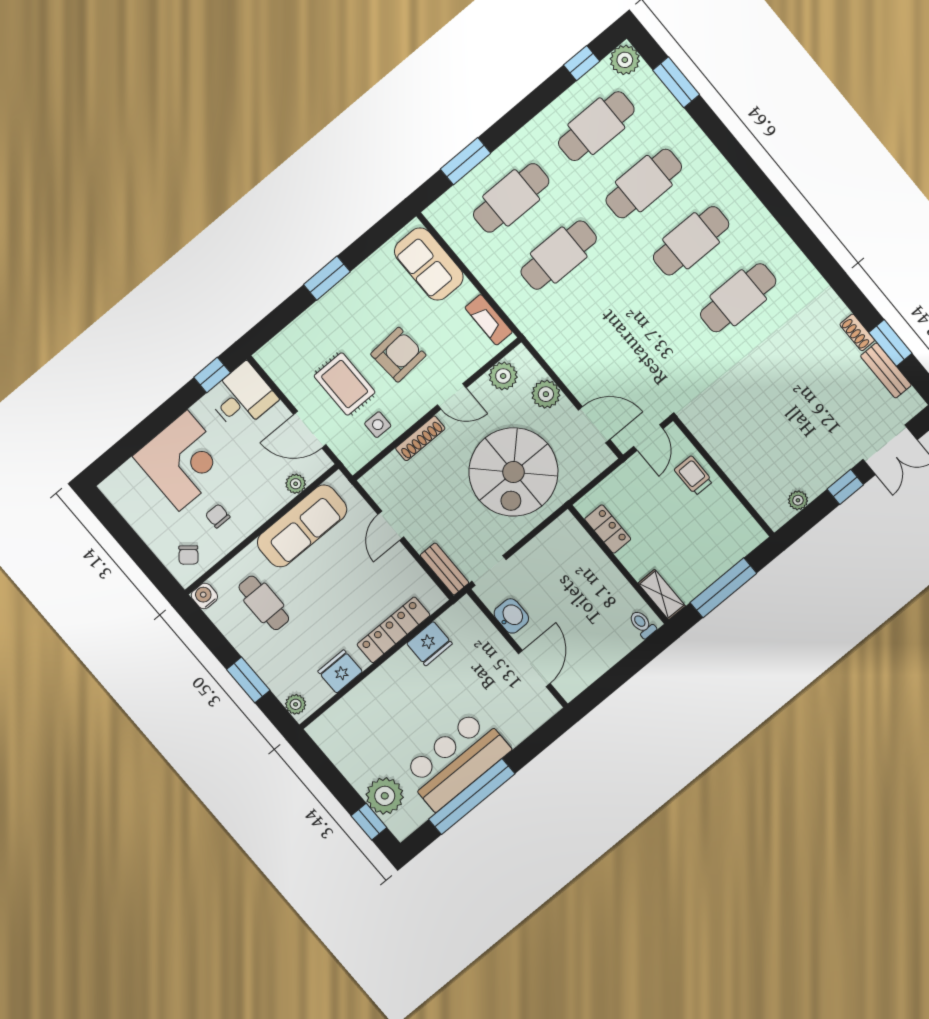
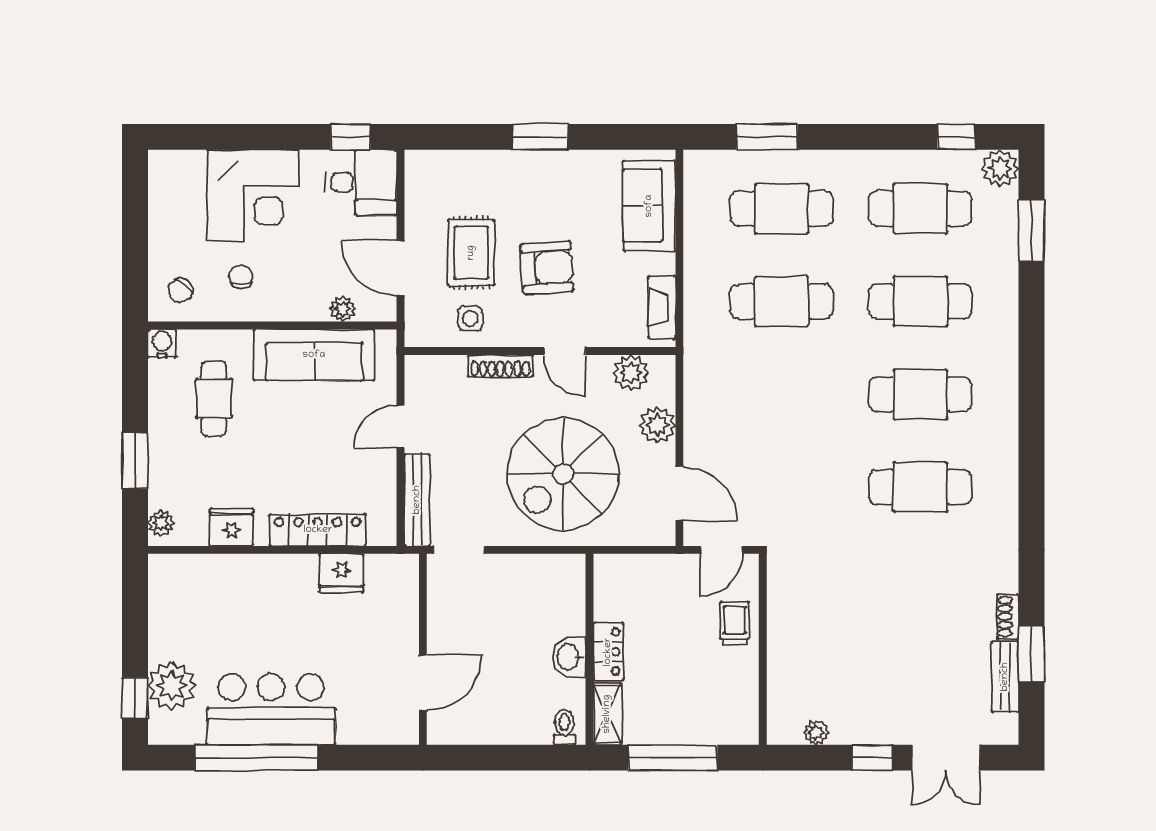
locker: (608, 529) -> (608, 652), moved
bench: (444, 569) -> (417, 500), width x1.36
washbasin: (511, 616) -> (569, 657), moved, turned 180

